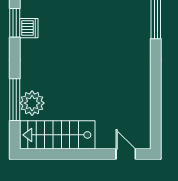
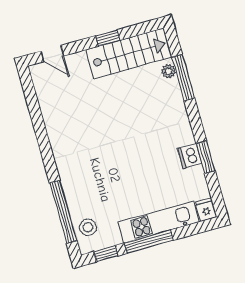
plant: (32, 103) -> (169, 71), width x0.53, depth x0.53
window: (72, 154) -> (108, 38), added

